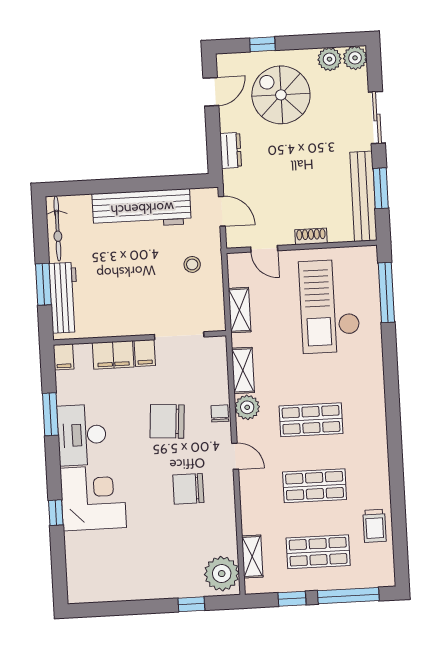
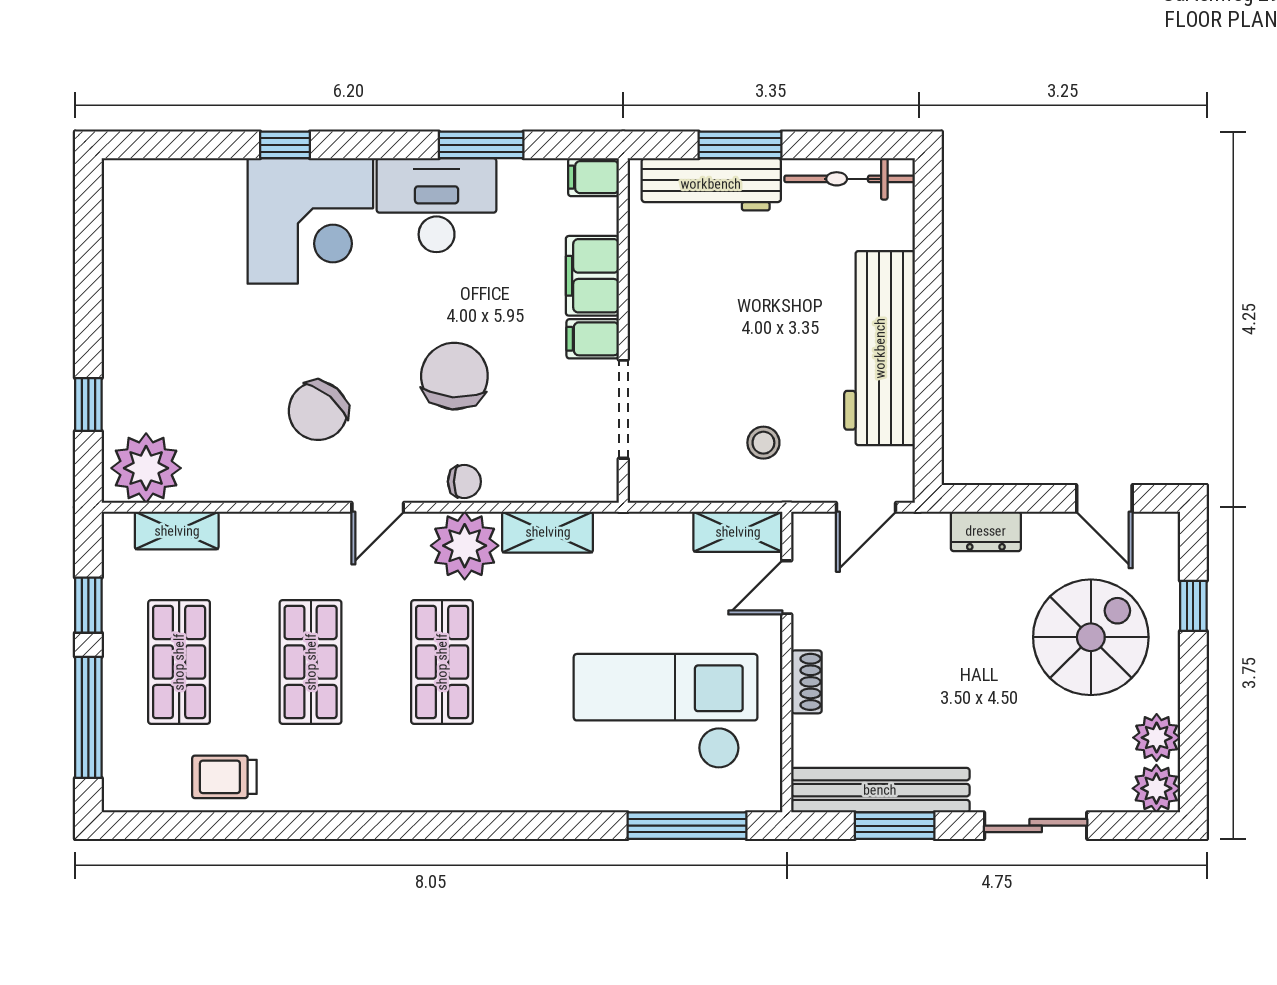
shelving: (239, 310) -> (738, 532), moved
plant: (247, 407) -> (465, 546), width x1.36, depth x1.36
chair: (188, 489) -> (318, 411), turned -140

